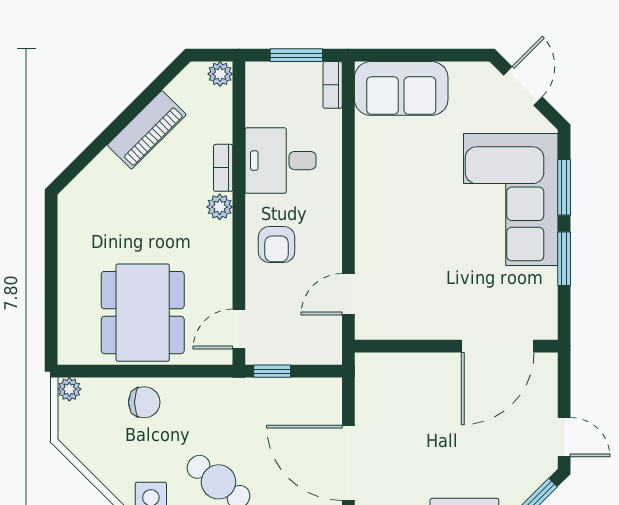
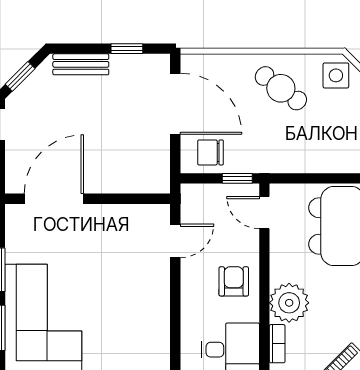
plant: (220, 207) -> (289, 303), width x1.88, depth x1.88
door: (239, 329) -> (264, 213), swing flipped
chair: (144, 402) -> (210, 152), moved

